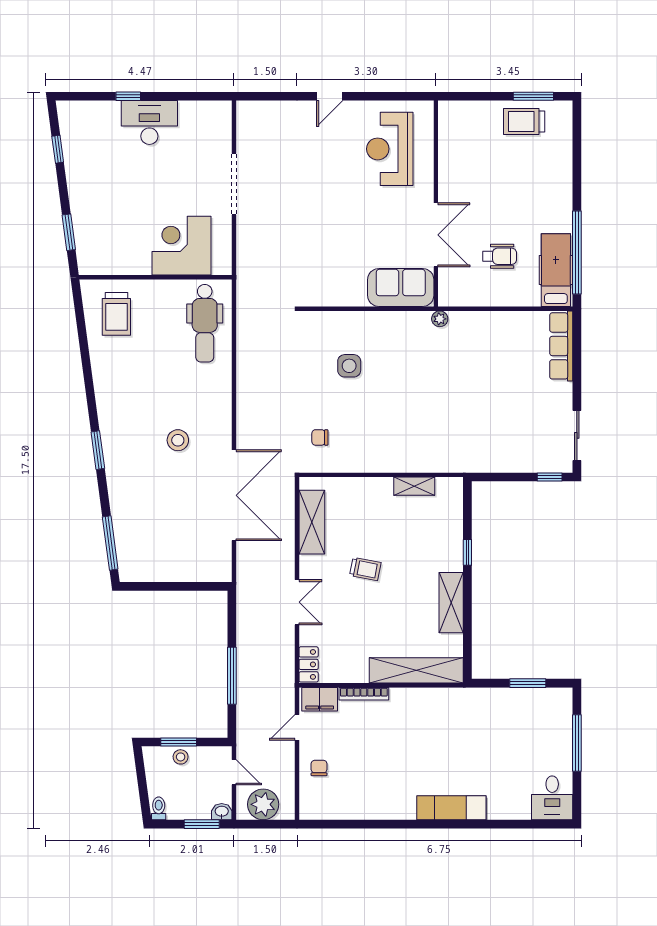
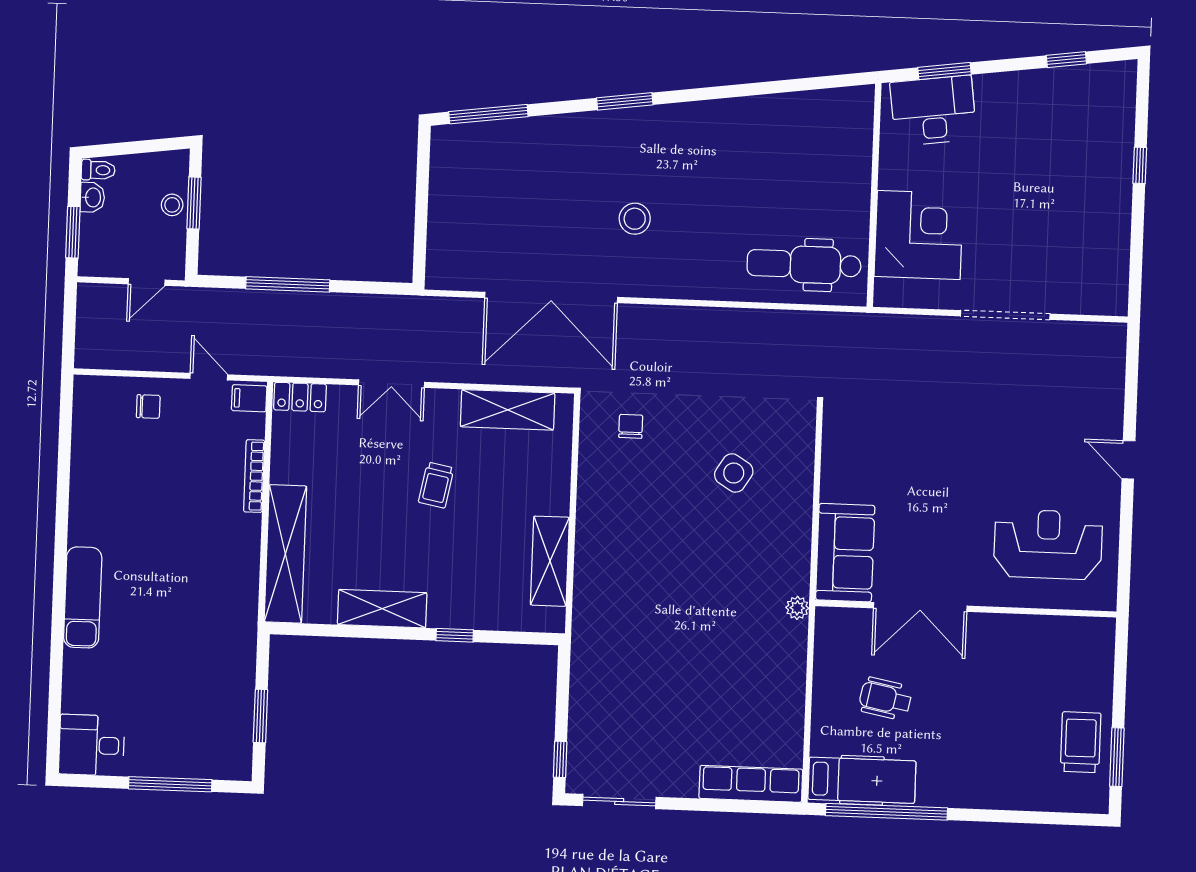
desk: (149, 123) -> (933, 111), moved, turned -98
wheelchair: (499, 256) -> (885, 699), turned 101
trolley: (116, 314) -> (823, 136), removed
side table: (349, 366) -> (734, 473), turned 32
shelving: (414, 486) -> (550, 561), width x1.50, depth x1.33
filing cabinet: (320, 699) -> (249, 398), width x0.50
plant: (263, 804) -> (98, 323), removed
washbasin: (222, 812) -> (92, 197), moved

